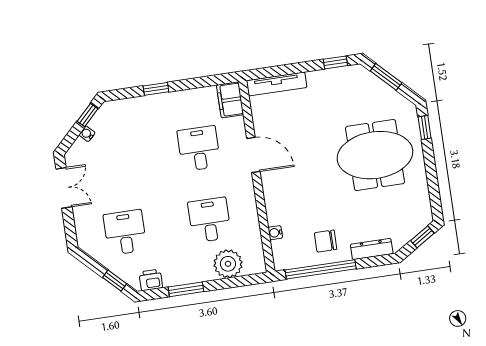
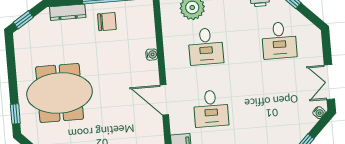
water cooler: (87, 134) -> (319, 113), moved
water cooler: (275, 233) -> (152, 55), moved

